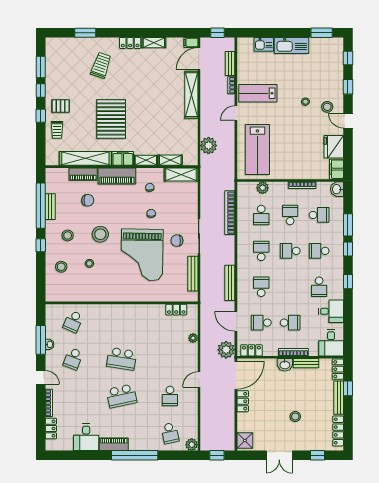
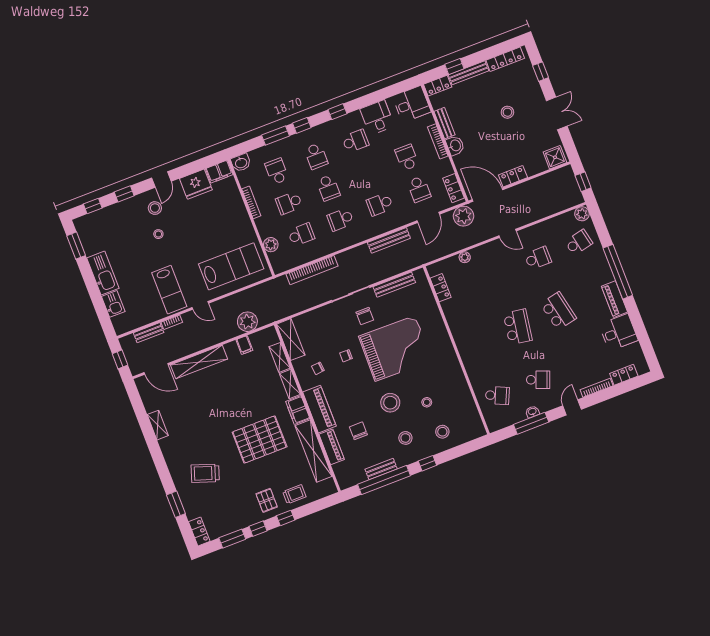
filing cabinet: (191, 42) -> (244, 345), moved
locker: (130, 43) -> (199, 532), moved

